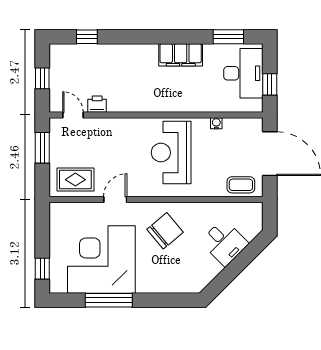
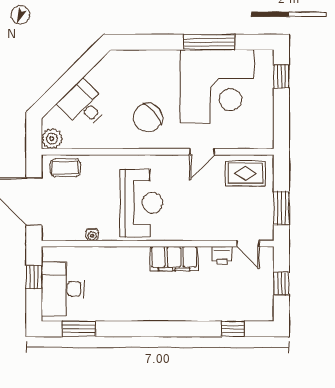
filing cabinet: (181, 55) -> (174, 259), moved, turned 180
plant: (253, 212) -> (52, 139), added

